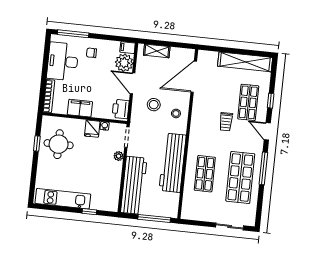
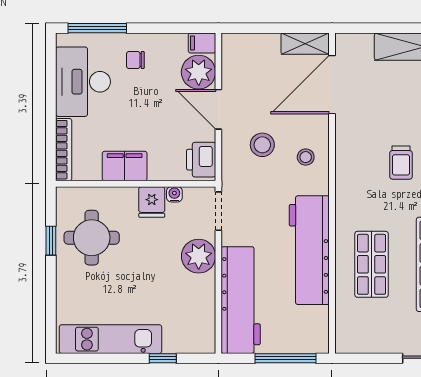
shelving: (157, 51) -> (305, 44), moved
plant: (119, 156) -> (199, 256), width x1.88, depth x1.88

